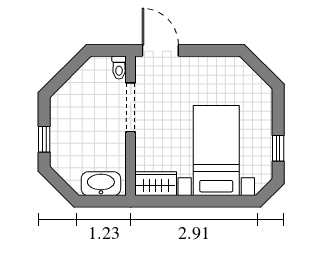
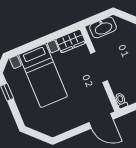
doorway: (131, 107) -> (99, 67), moved

